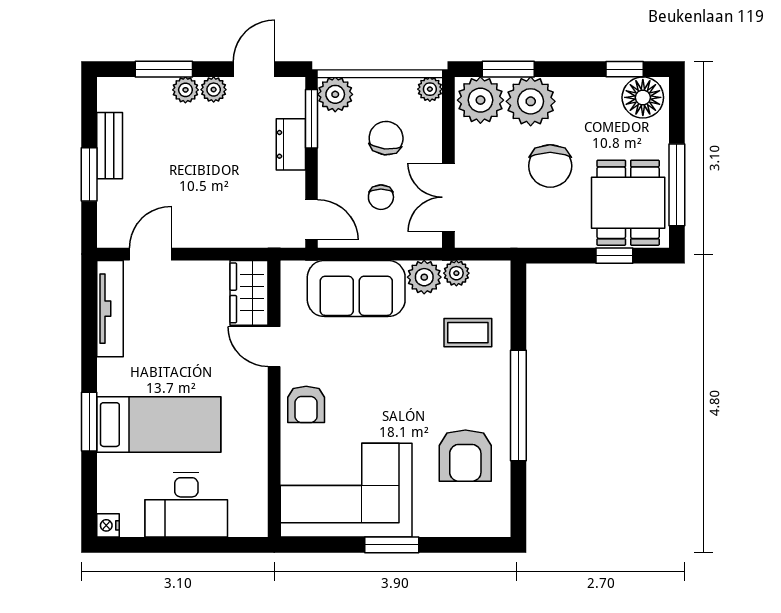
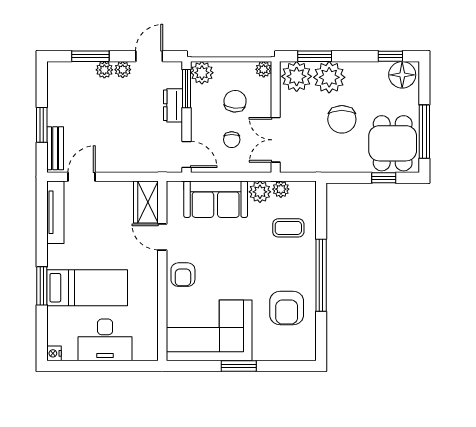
bench: (110, 146) -> (55, 148), moved

